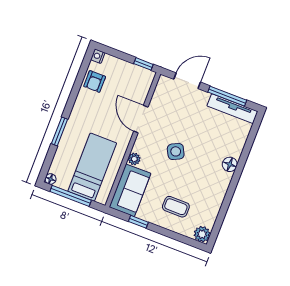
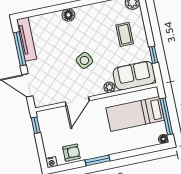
window: (60, 131) -> (97, 160), moved

